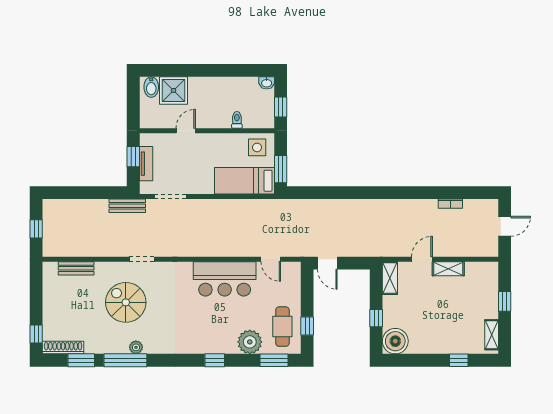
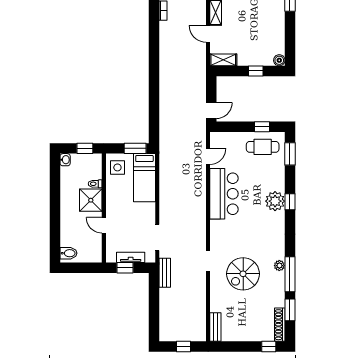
shower: (174, 90) -> (91, 200), moved
bench: (76, 268) -> (215, 327), moved
boiler: (395, 341) -> (279, 60), width x0.54, depth x0.54
plant: (250, 342) -> (275, 201), moved

